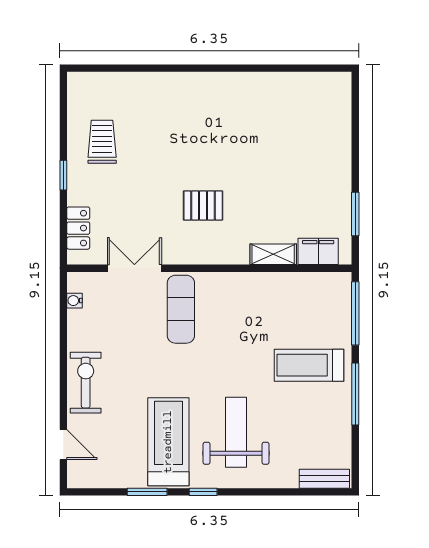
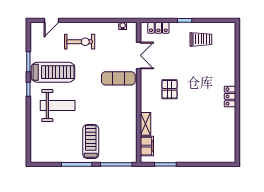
locker: (218, 83) -> (230, 96), added
exercise bike: (86, 383) -> (80, 42), moved
bench: (324, 479) -> (35, 149), removed

